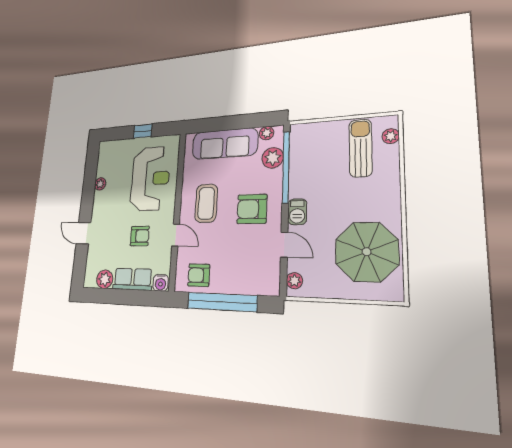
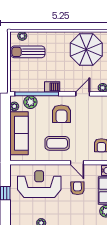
barbecue: (297, 212) -> (52, 87), moved
door: (176, 235) -> (77, 163), swing flipped

